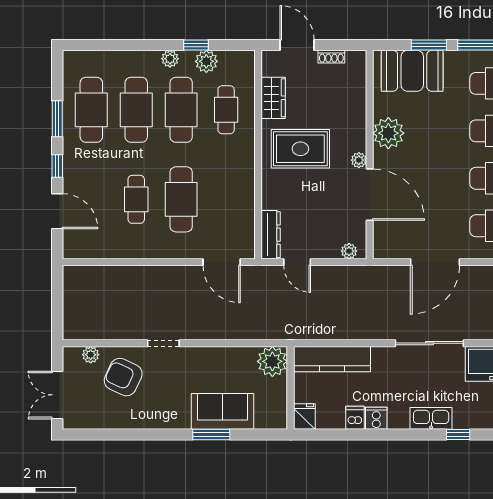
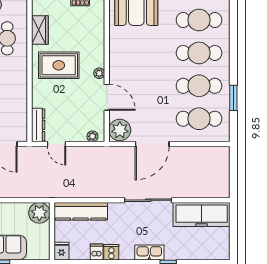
plant: (388, 133) -> (120, 130), moved
door: (370, 195) -> (107, 97), width x0.73

